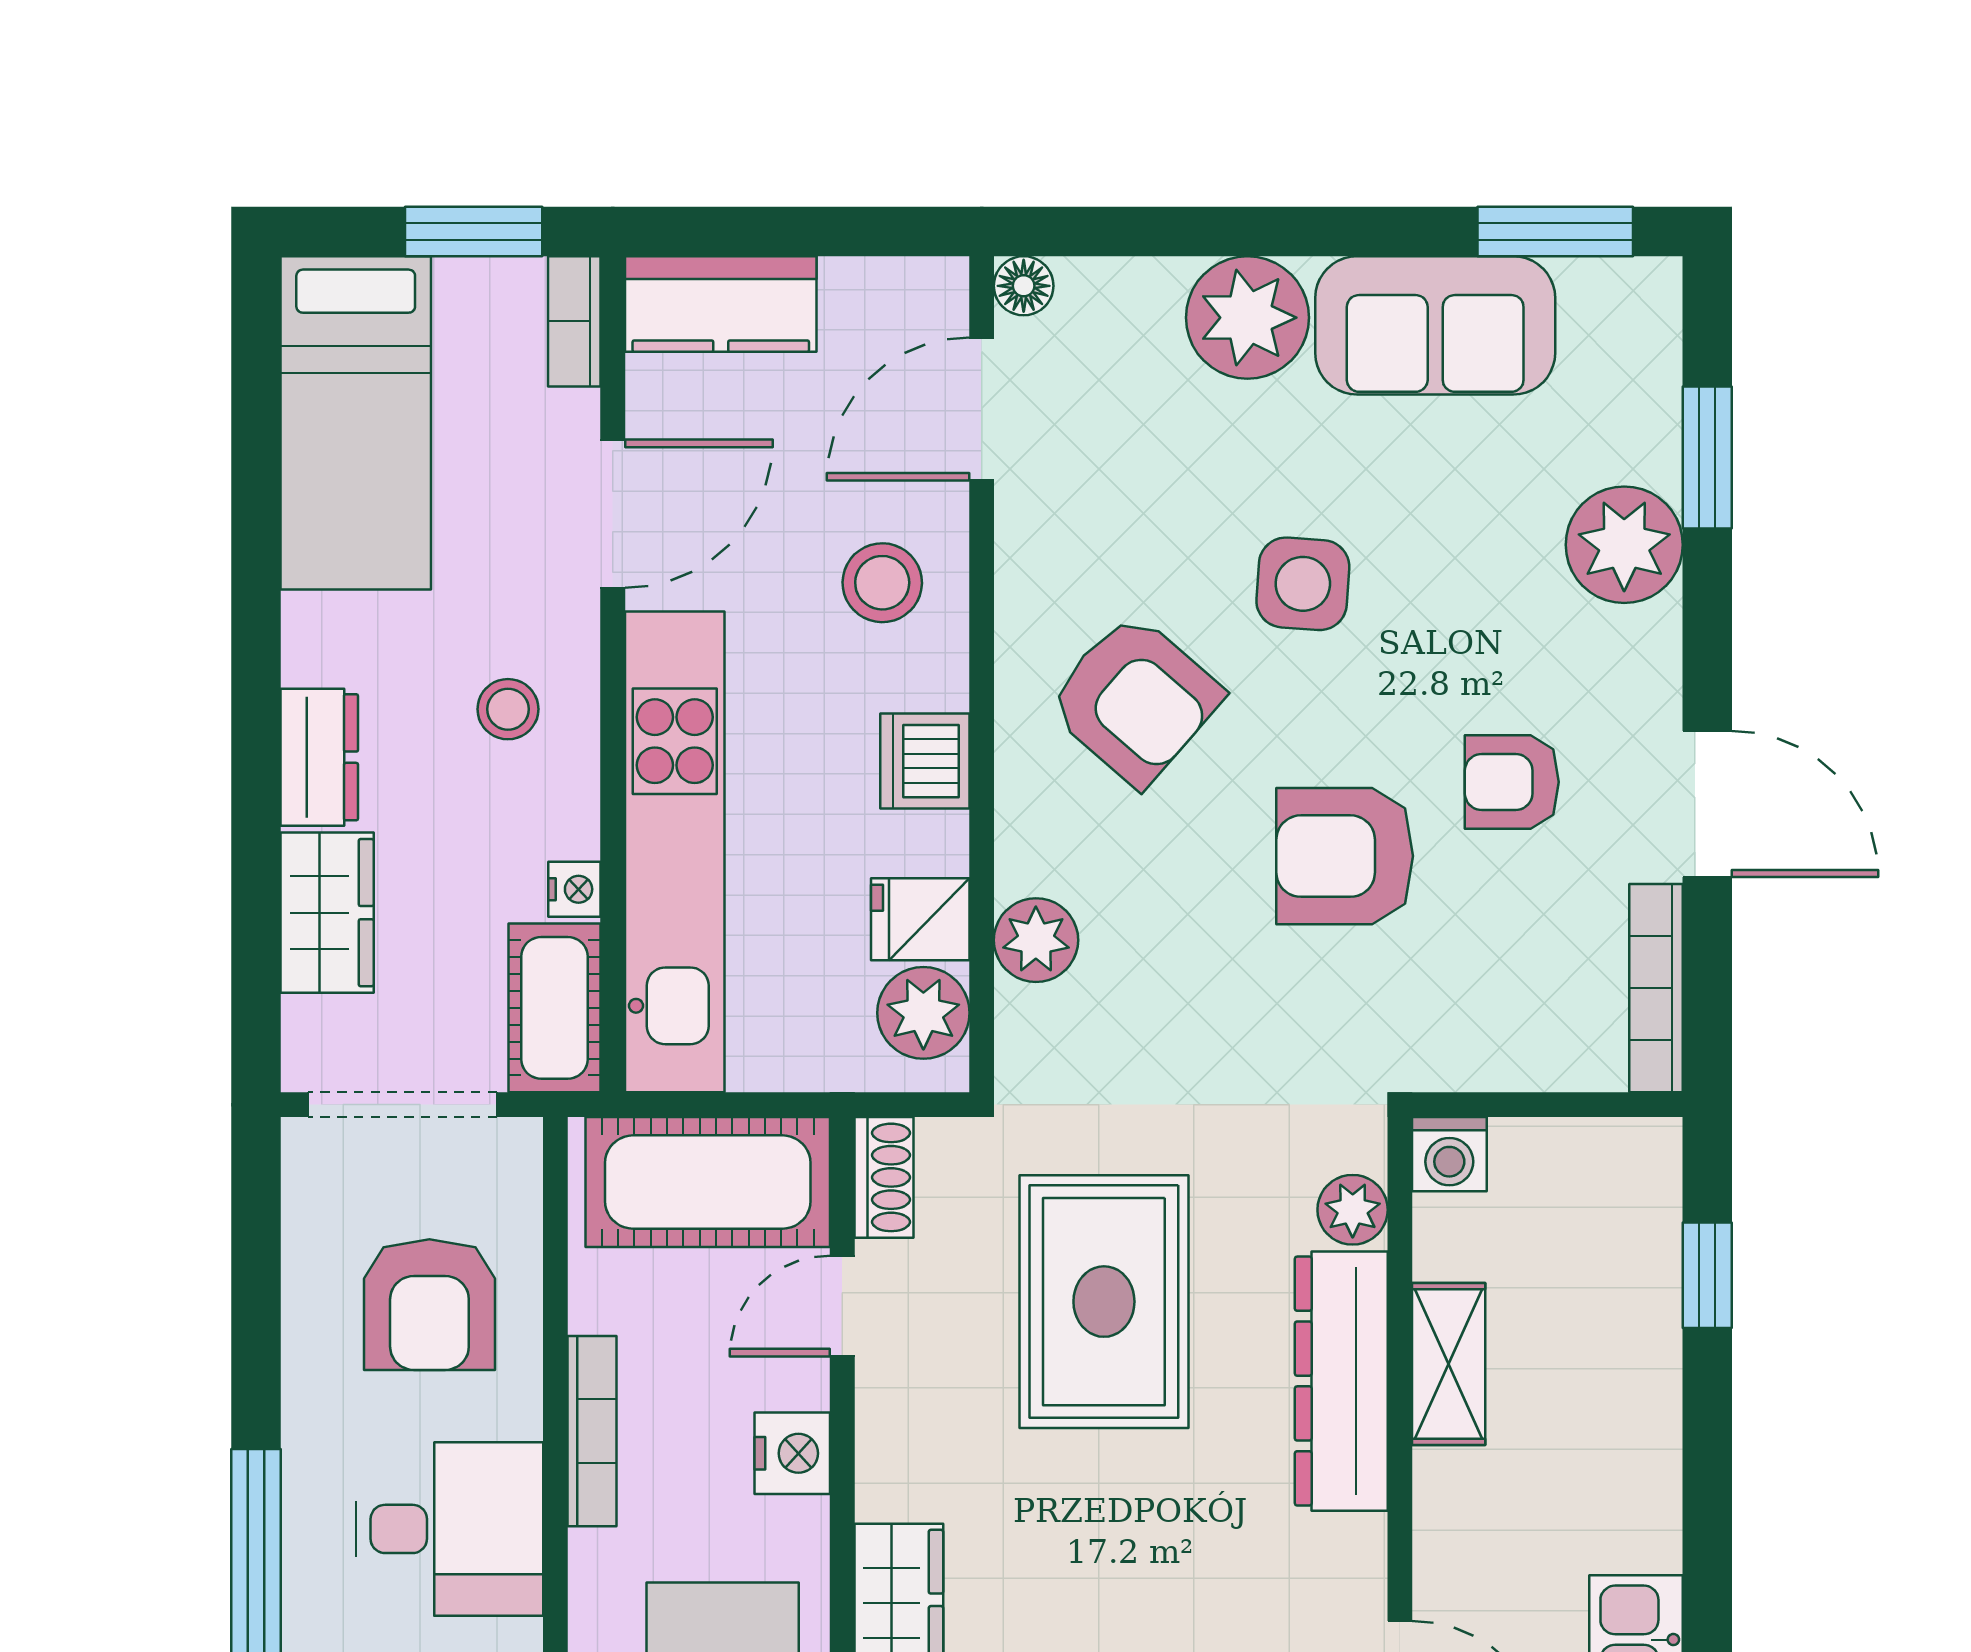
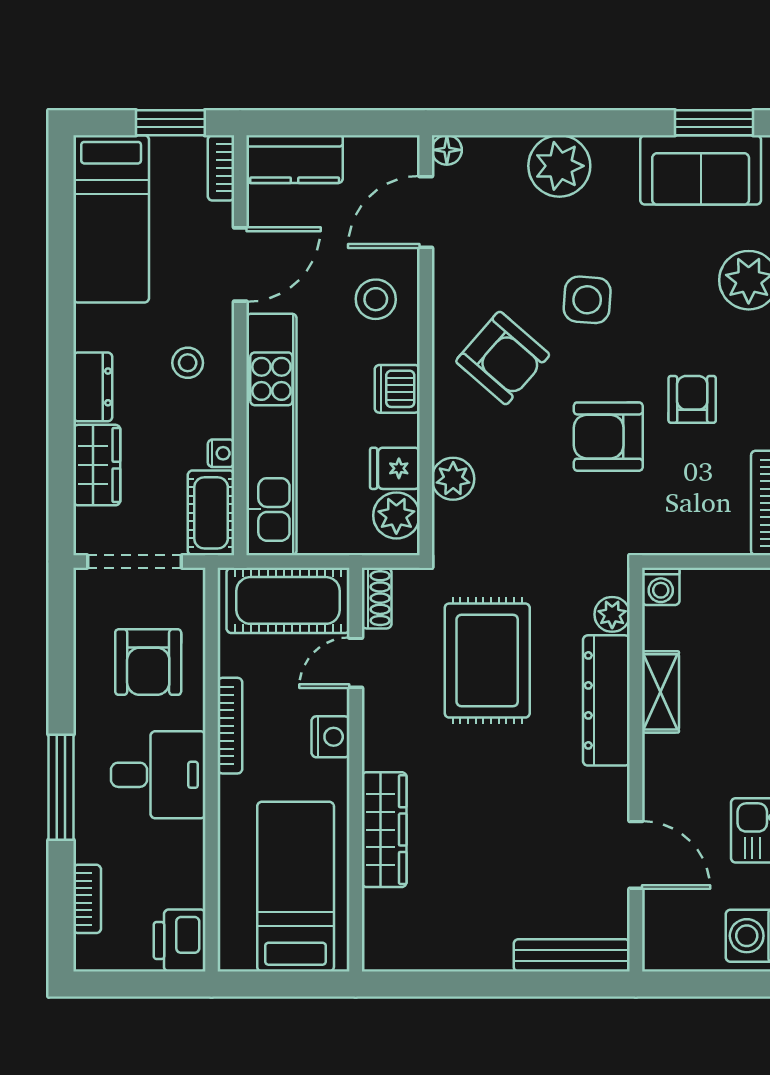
sofa: (1435, 325) -> (701, 170), moved
armchair: (1512, 782) -> (692, 399), turned 90

